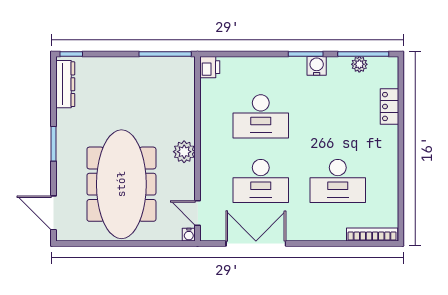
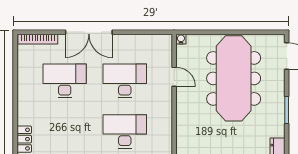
plant: (184, 152) -> (185, 104), removed
door: (198, 213) -> (174, 77), moved
double door: (256, 243) -> (89, 32), moved

